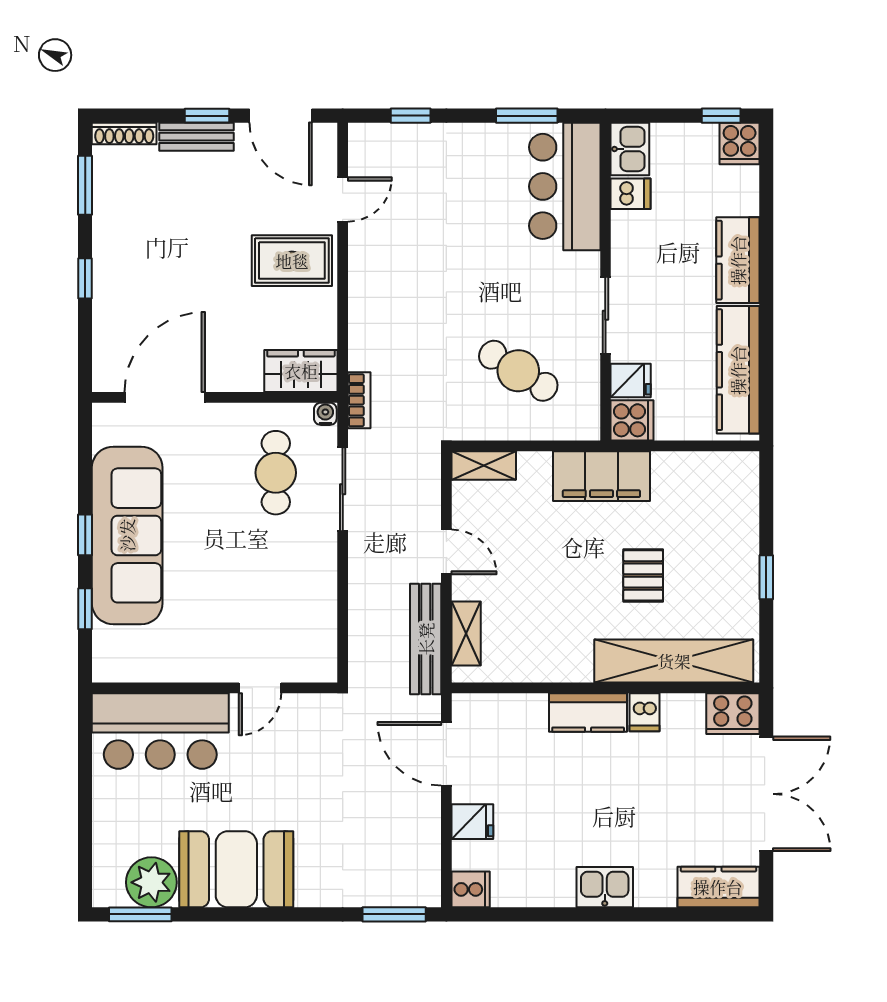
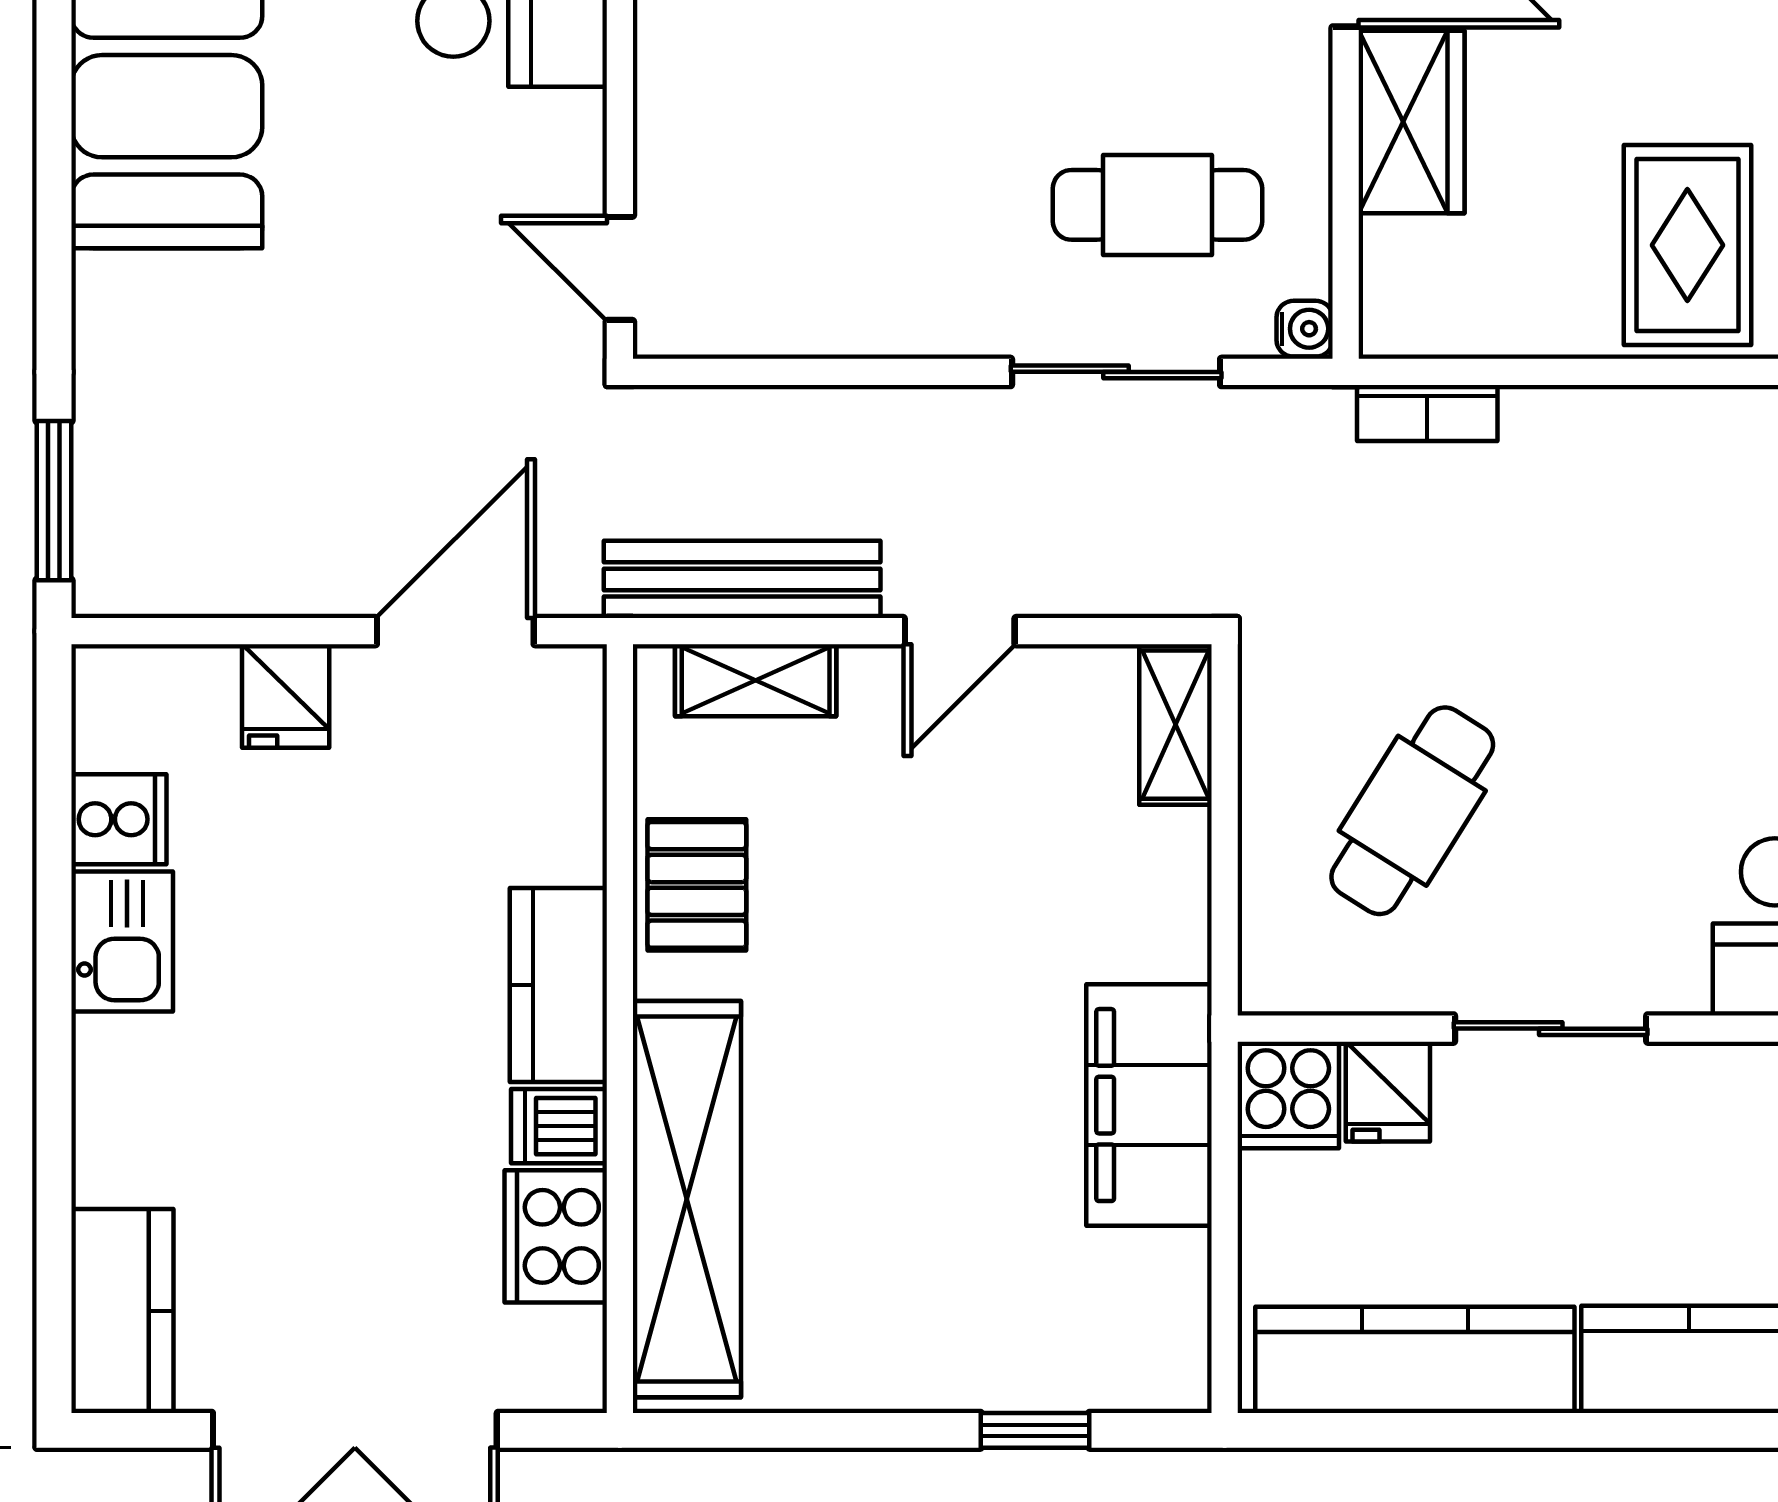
wardrobe: (301, 371) -> (1412, 122), moved
bookcase: (359, 400) -> (1427, 413), moved
filing cabinet: (601, 476) -> (1149, 1105), moved
pallet: (643, 575) -> (697, 885), moved, turned 90
window: (766, 577) -> (1035, 1430), moved
door: (260, 688) -> (620, 268), moved
cooker: (733, 714) -> (556, 1236), moved
kitchen sink: (605, 887) -> (122, 941), moved
cooker: (471, 889) -> (119, 819), moved, turned -90

